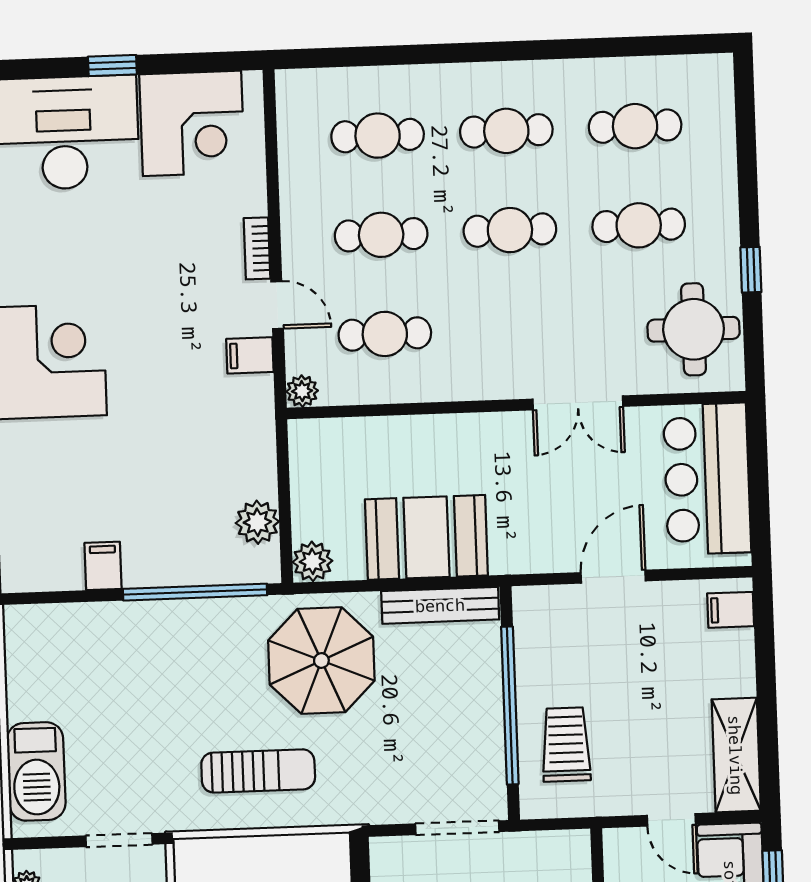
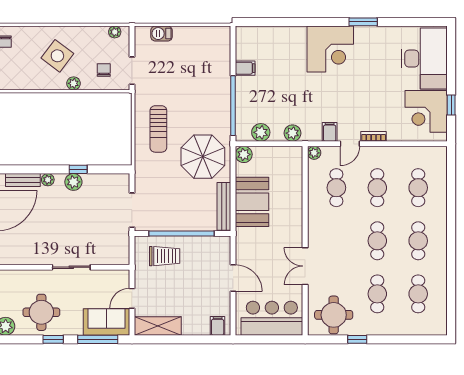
window: (112, 66) -> (451, 105), moved
plant: (256, 445) -> (292, 133), added
barbecue: (36, 771) -> (162, 34), width x0.53, depth x0.65

